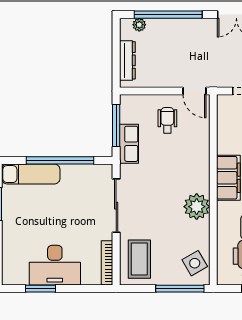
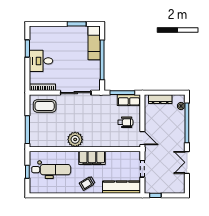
door: (194, 91) -> (142, 138), swing flipped
row of seats: (129, 144) -> (129, 100), moved
side table: (195, 263) -> (42, 138), removed
desk: (55, 265) -> (41, 61), width x0.73

